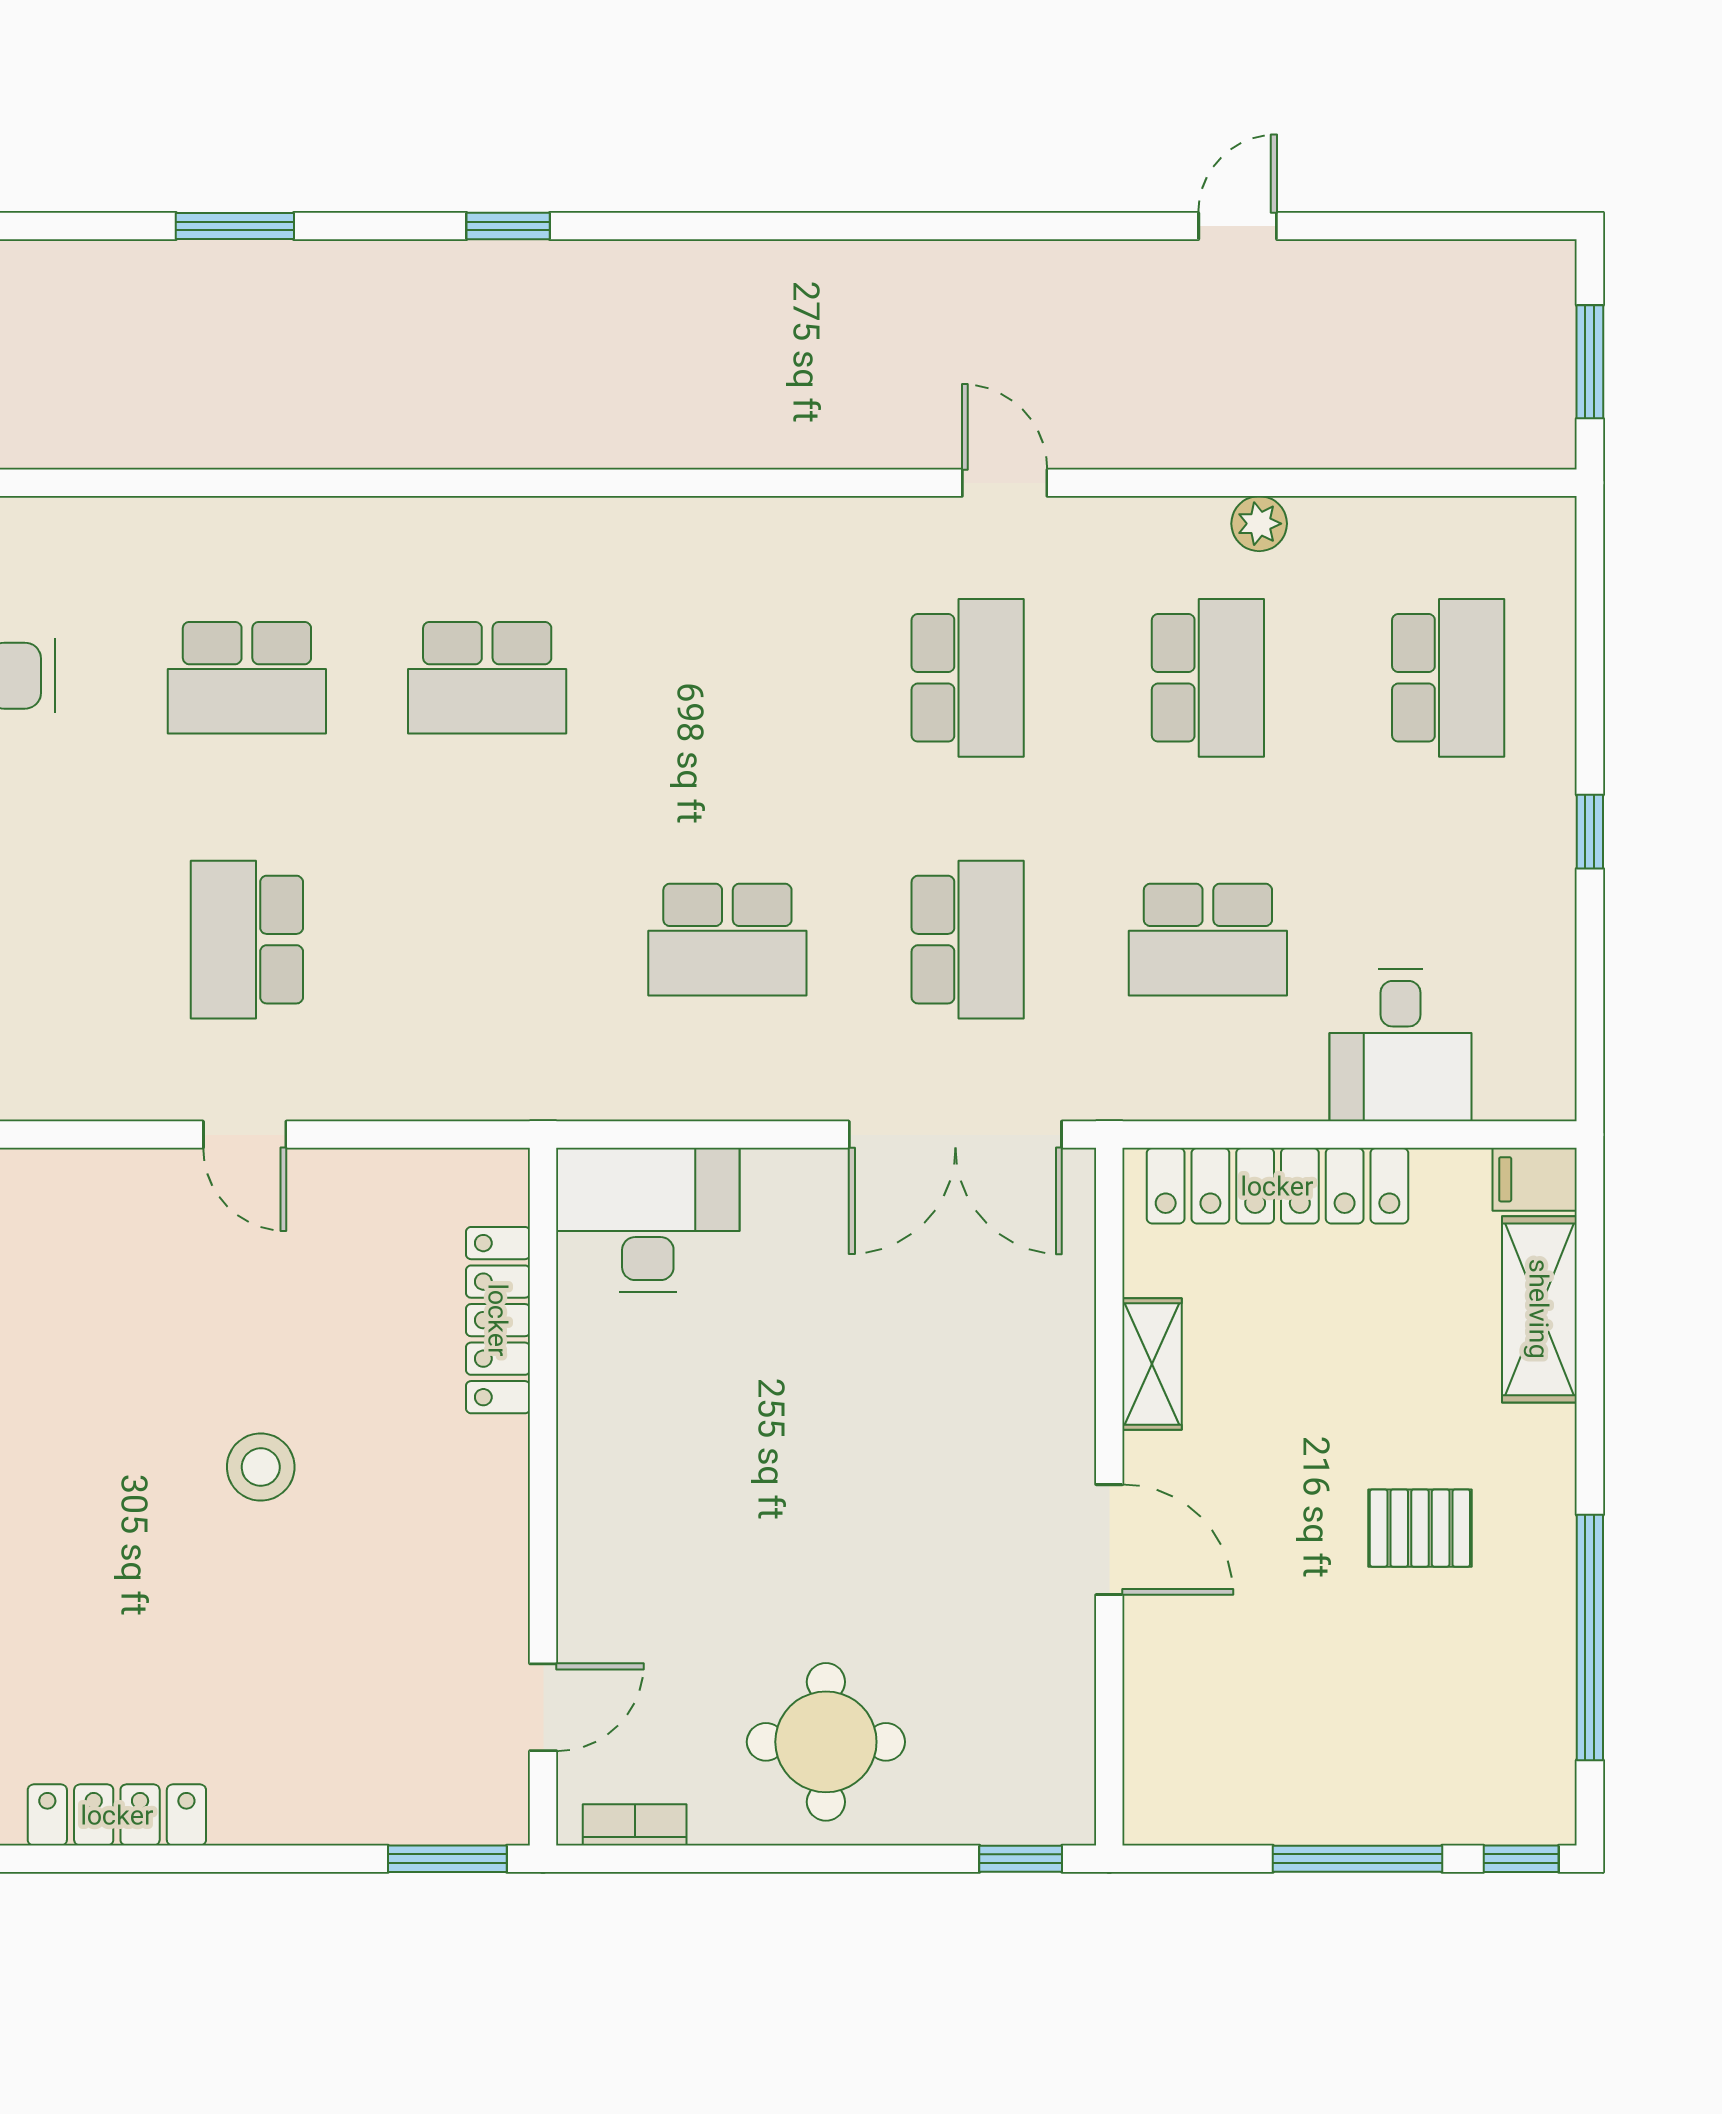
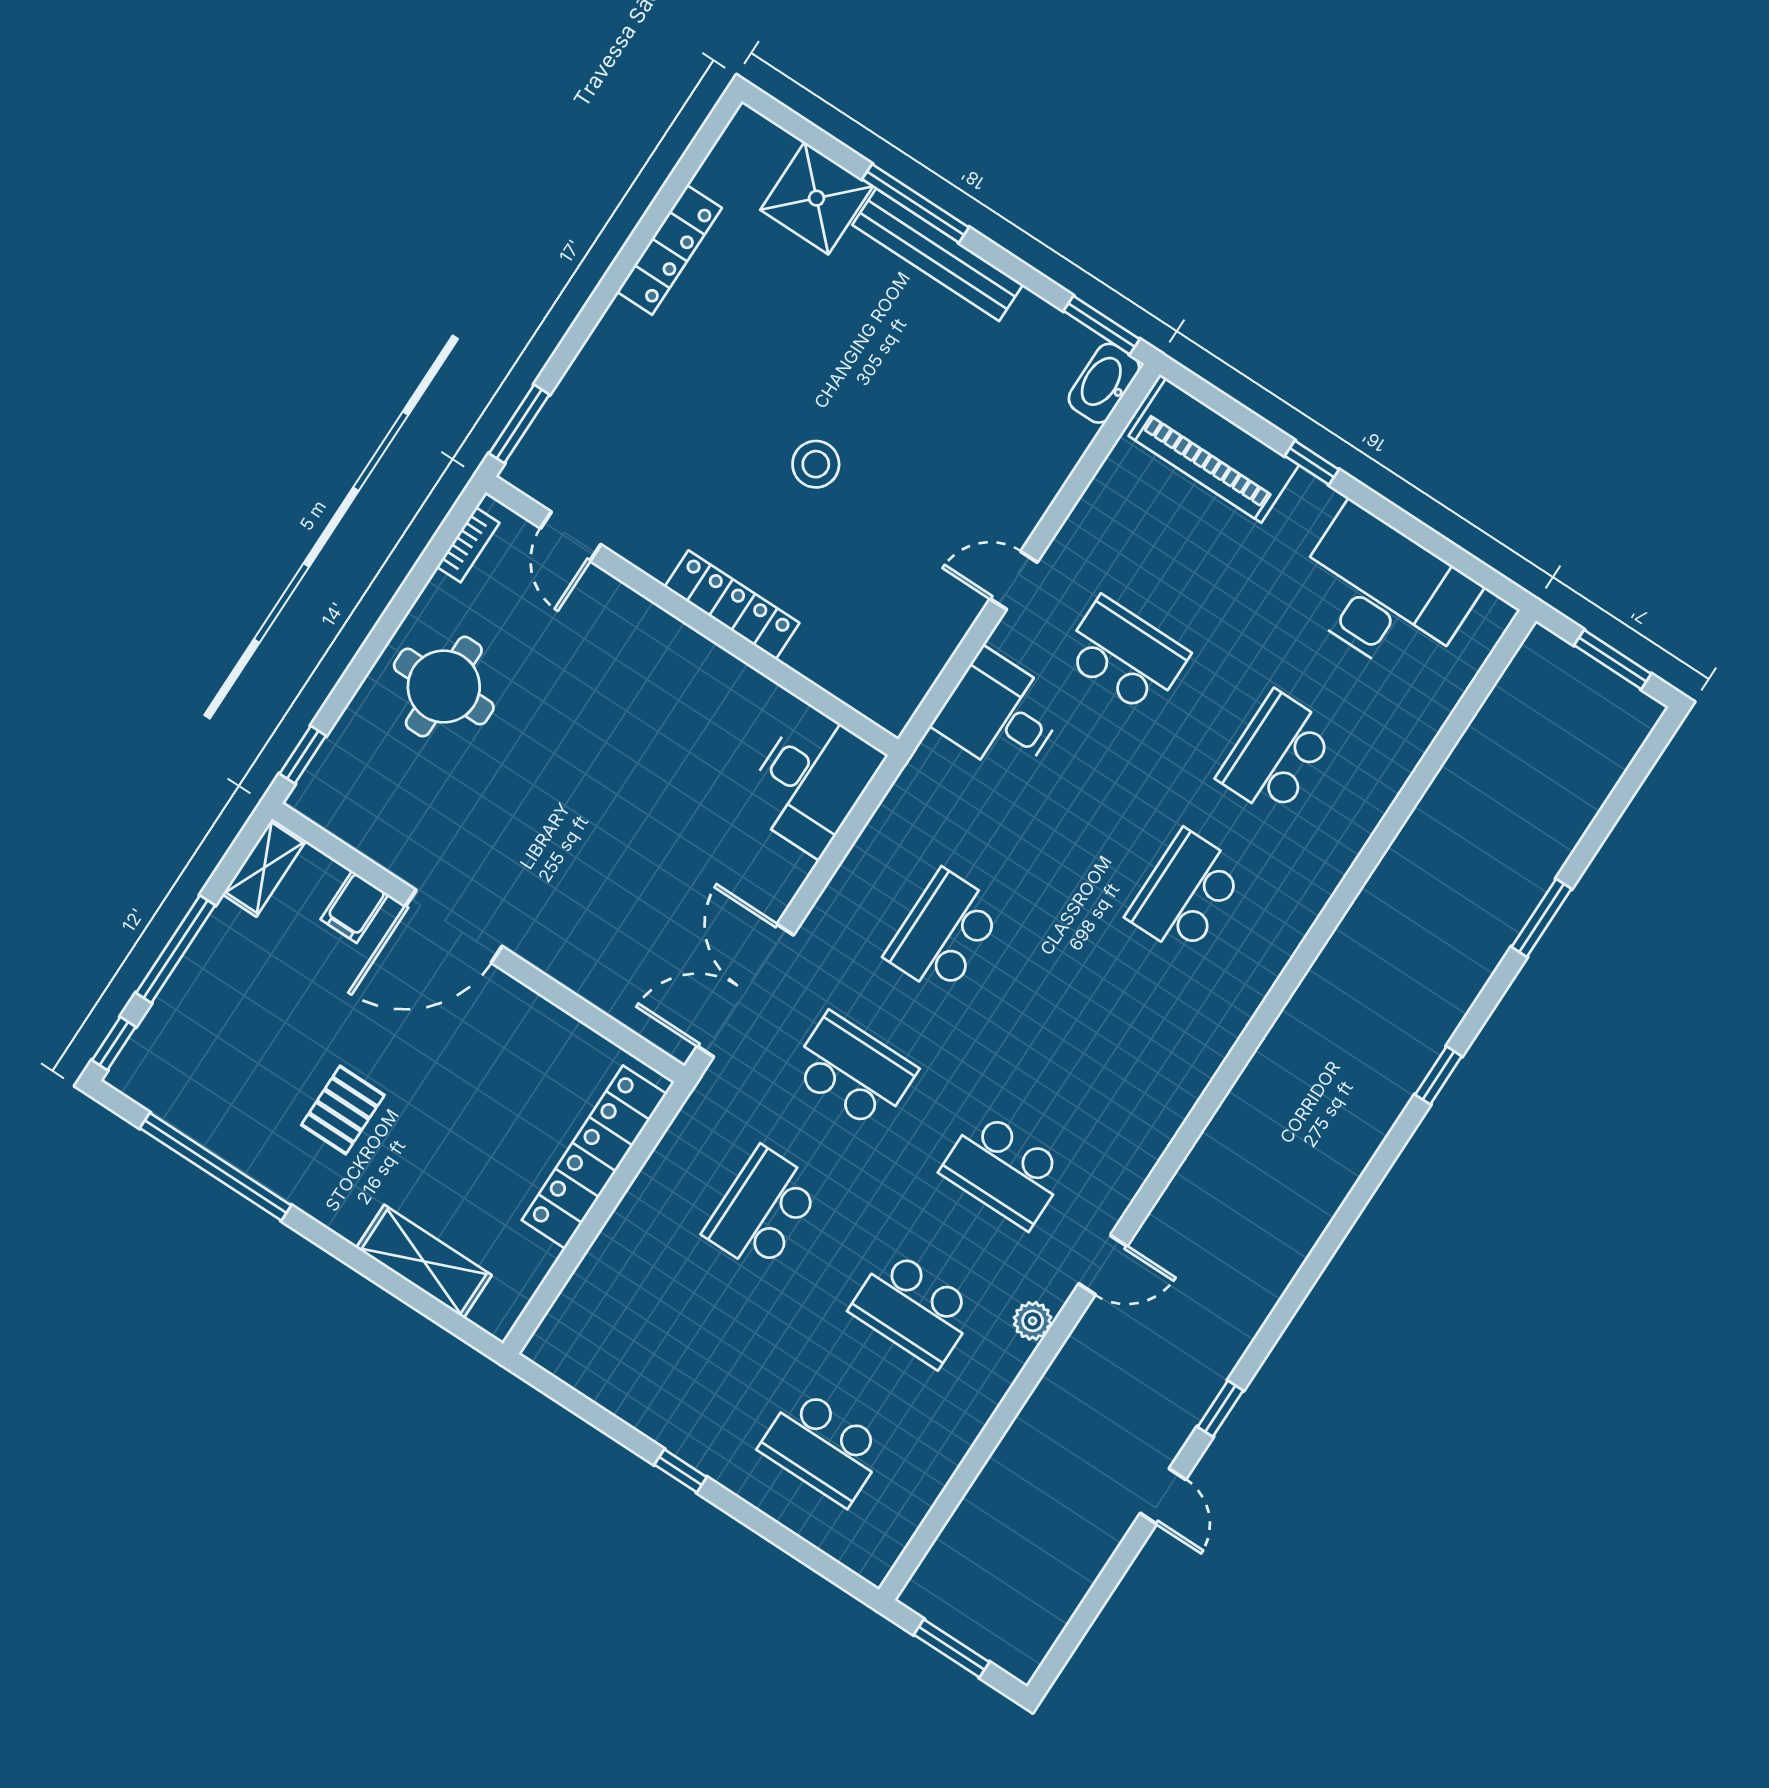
window: (1086, 226) -> (1220, 1409), added
plant: (1259, 524) -> (1033, 1321), moved
school desk: (968, 940) -> (853, 1071), turned 180
desk: (1401, 1045) -> (1000, 714), moved
filing cabinet: (1535, 1179) -> (354, 907), moved, turned 180
locker: (498, 1320) -> (732, 605), moved
shelving: (1152, 1364) -> (264, 868), moved, turned 90
door: (1109, 1540) -> (454, 926), width x1.36

